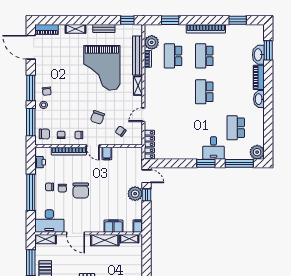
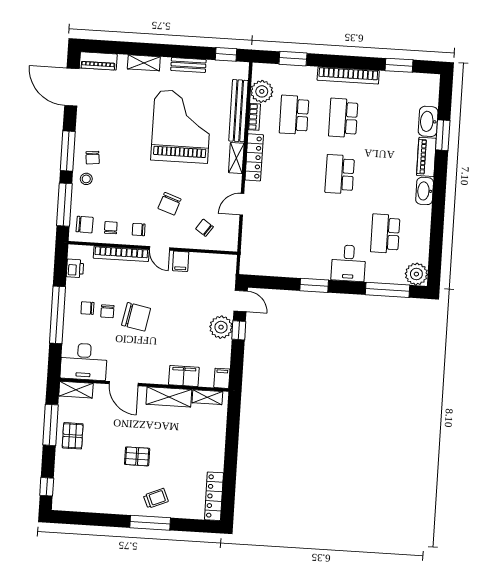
window: (268, 50) -> (443, 135), moved
grand piano: (102, 68) -> (181, 126), turned 180
locker: (149, 144) -> (254, 157), moved
window: (206, 163) -> (314, 285), moved
chair: (81, 191) -> (136, 317), turned -79

